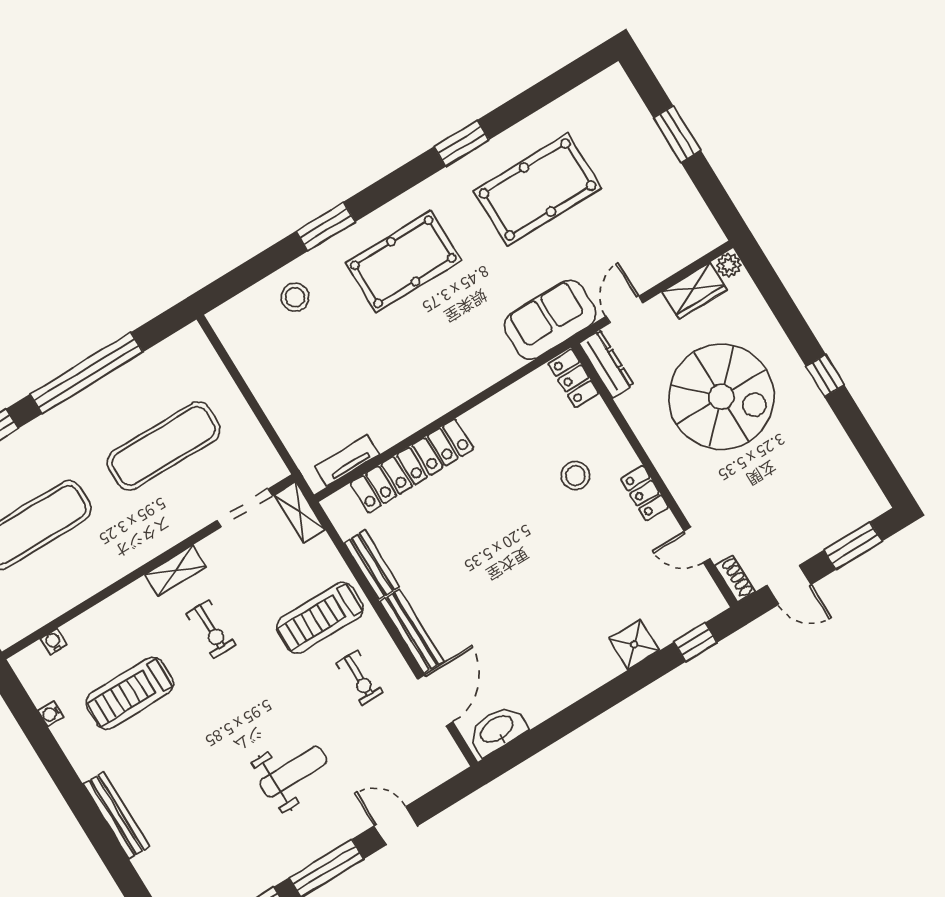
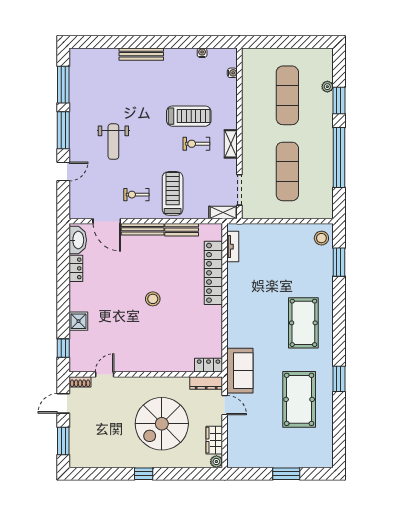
window: (326, 227) -> (339, 262), moved
stool: (295, 297) -> (321, 238), moved
stool: (575, 476) -> (153, 299), moved
locker: (644, 493) -> (76, 268), moved, turned 90
treadmill: (130, 693) -> (189, 116), moved, turned 90

